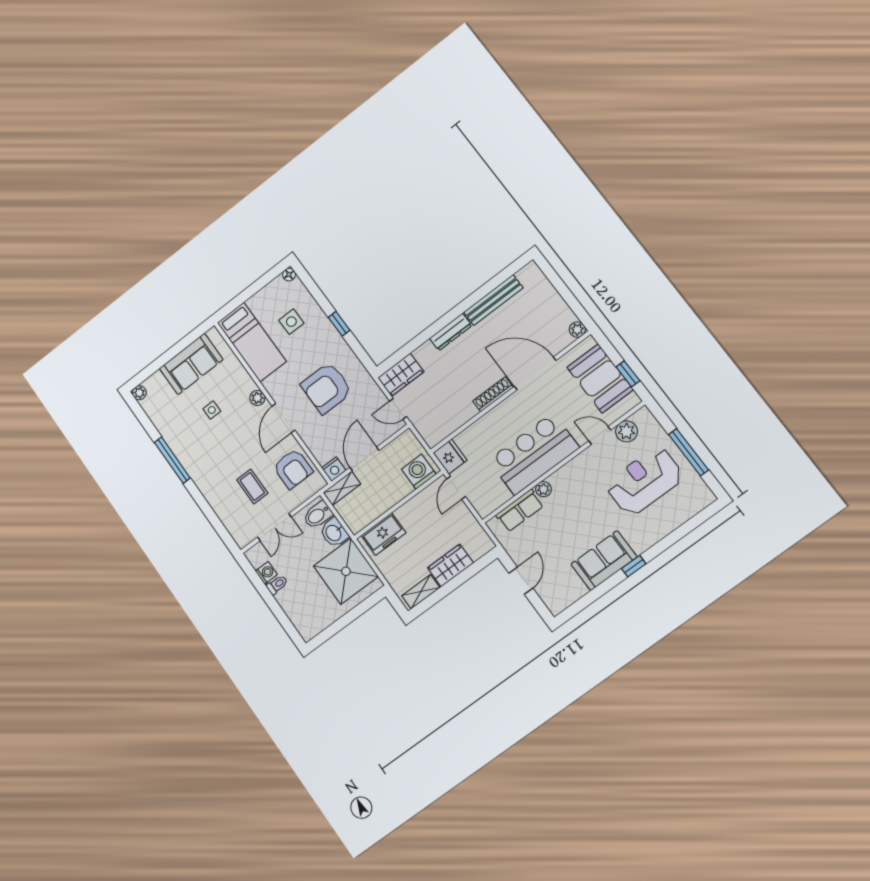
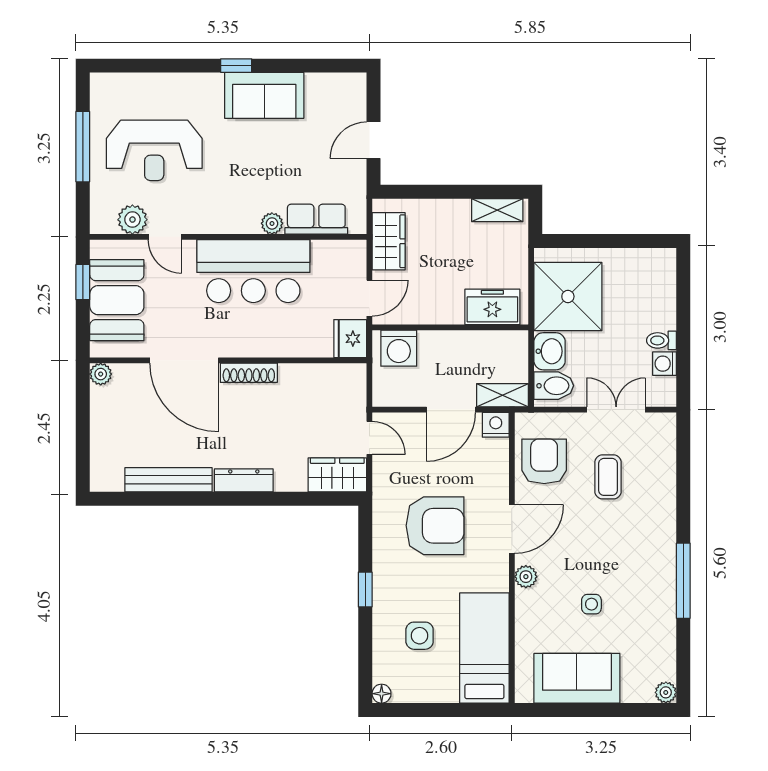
wardrobe: (450, 565) -> (389, 241), moved, turned -90

